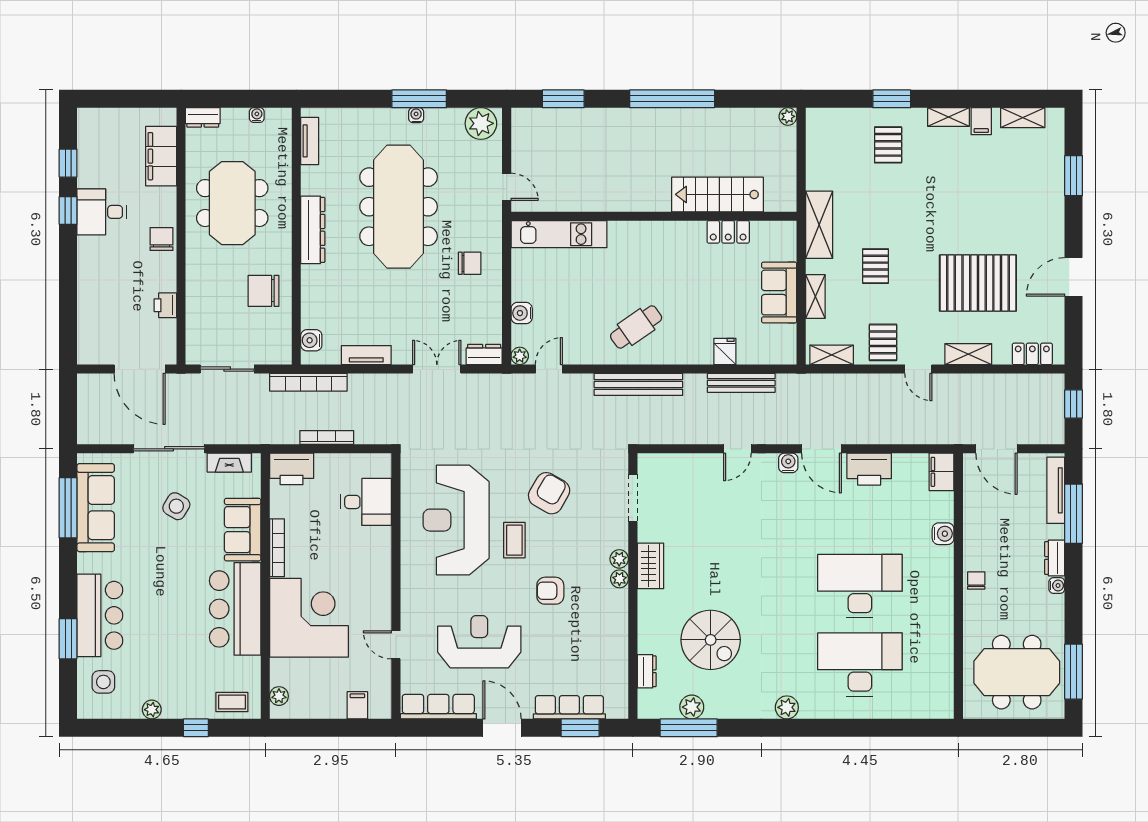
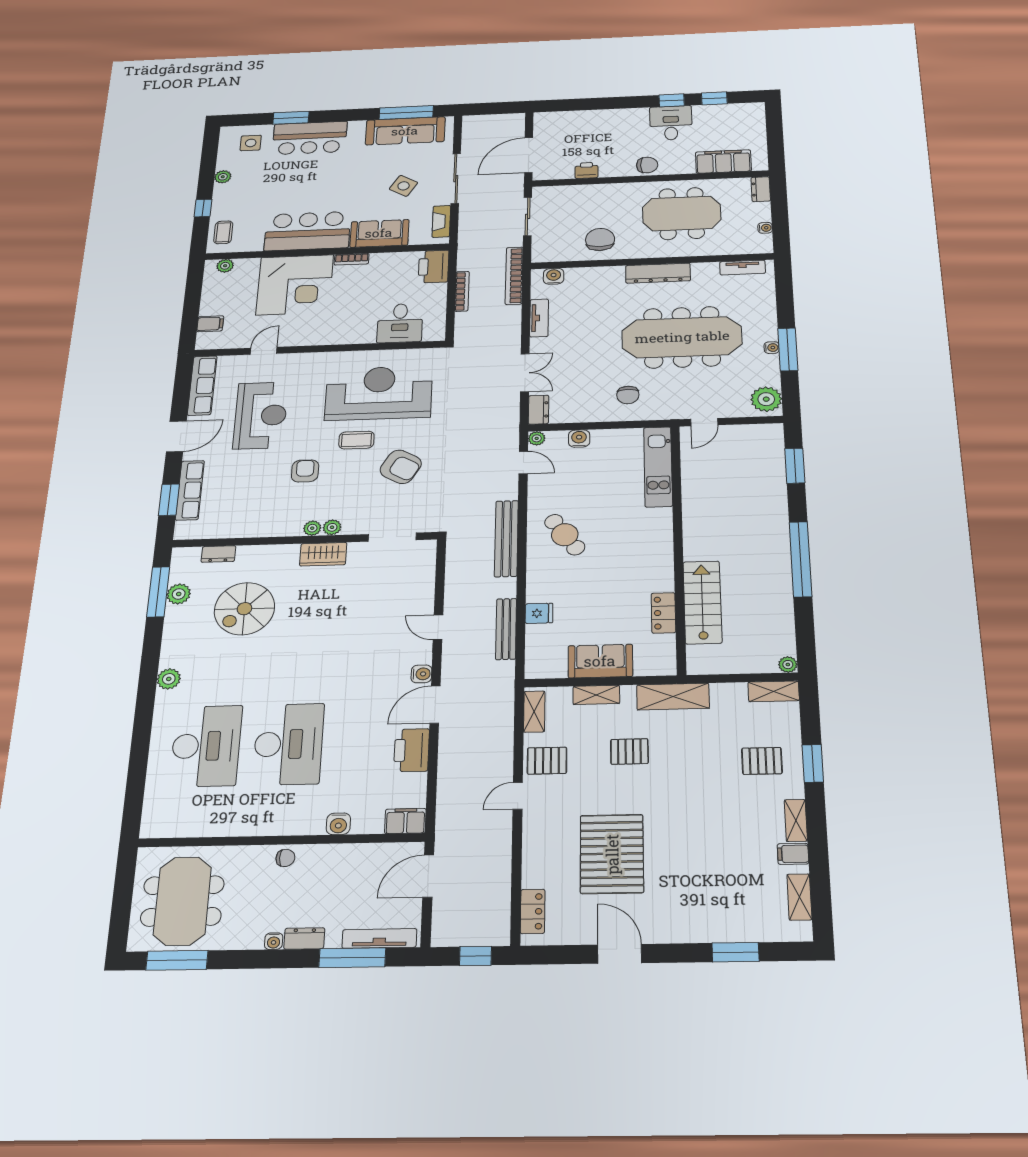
shelving: (968, 354) -> (774, 691), moved, turned 90
bookcase: (277, 548) -> (352, 259), width x0.64

